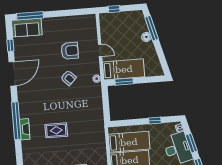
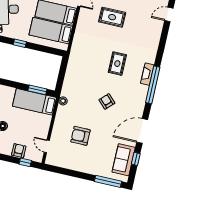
armchair: (124, 18) -> (19, 151), added
sofa: (27, 28) -> (124, 160), moved, turned -90
door: (100, 50) -> (47, 146), moved
armchair: (68, 78) -> (107, 101), moved
rug: (56, 130) -> (117, 64), turned 90

